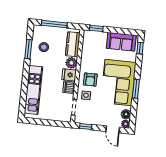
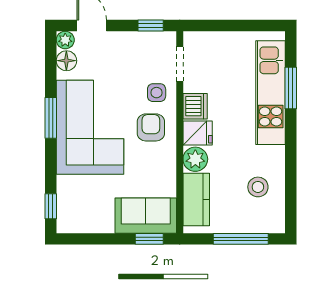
sofa: (121, 42) -> (146, 216), moved
window: (28, 49) -> (291, 88), moved

